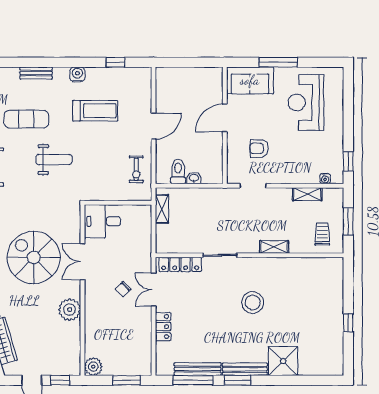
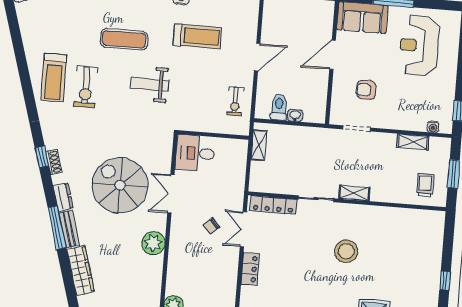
weight bench: (54, 160) -> (150, 84), turned 180
shelving: (274, 247) -> (354, 193), moved

